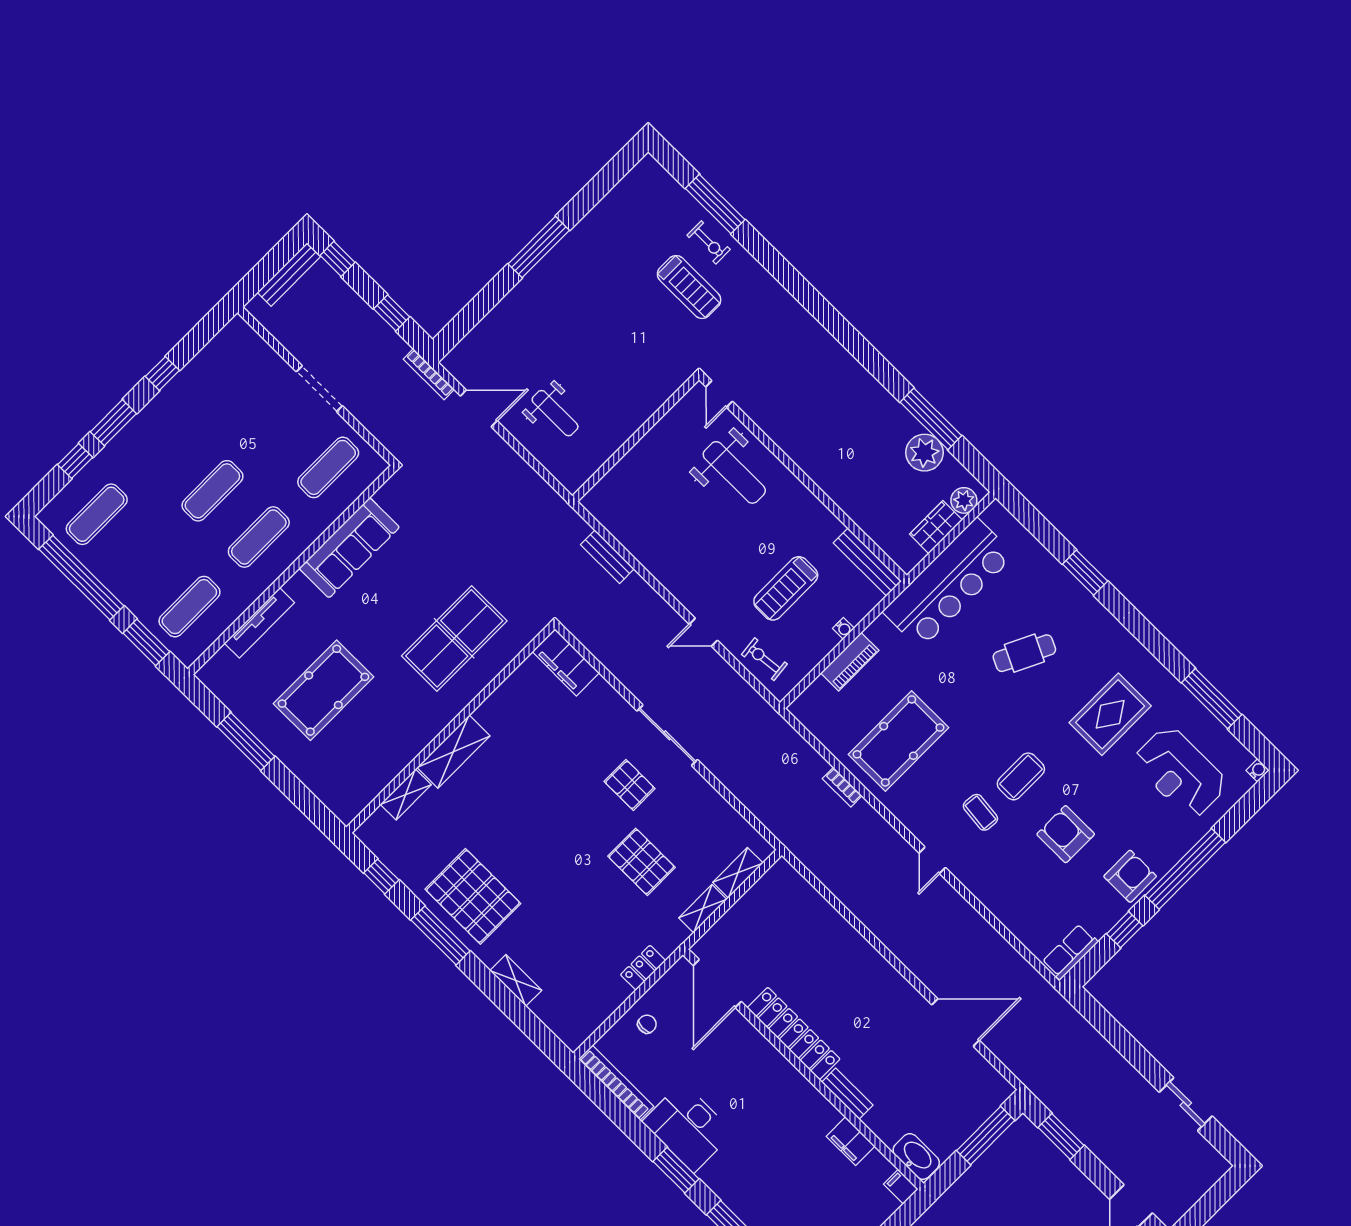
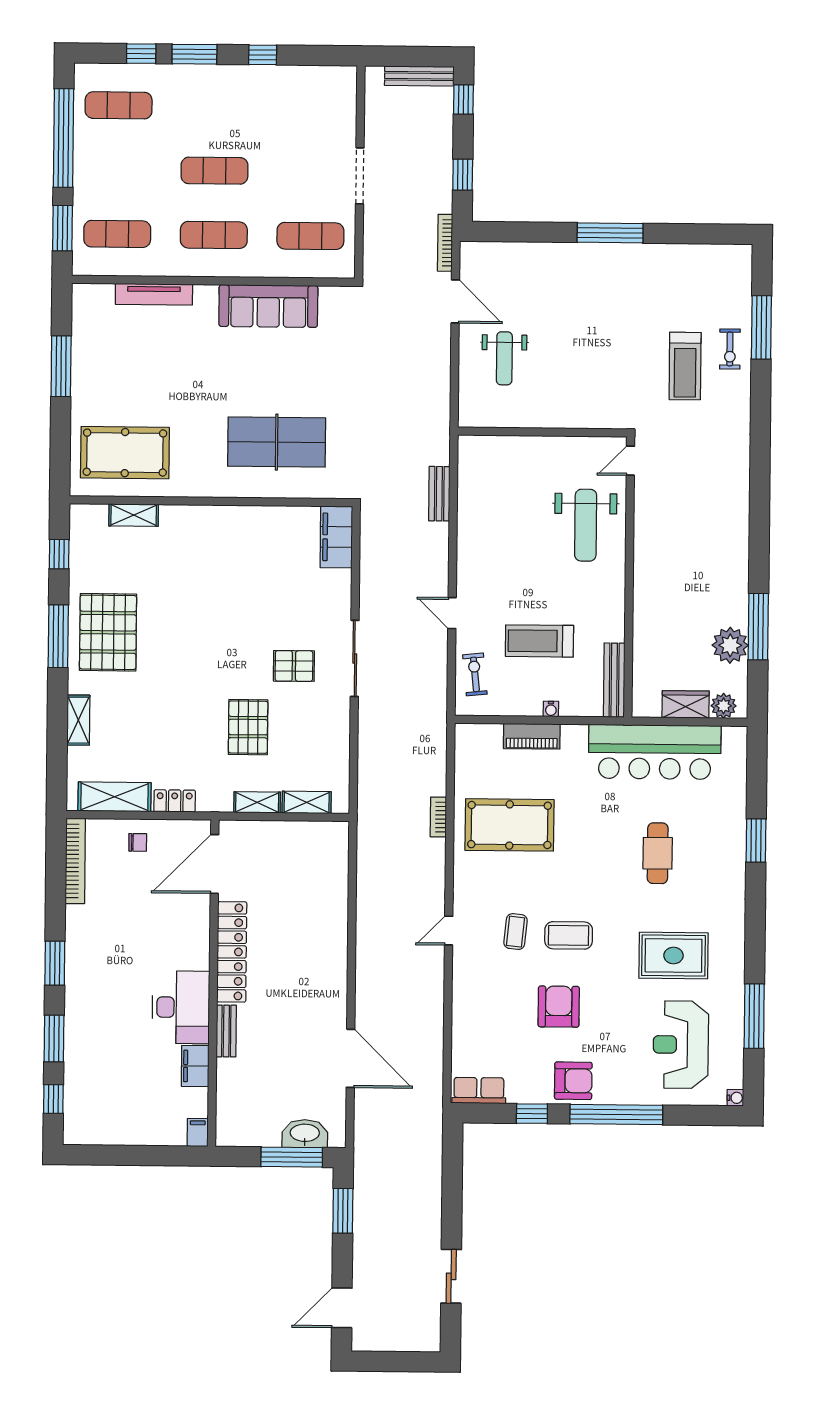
cafe table: (1024, 653) -> (658, 853), turned 64
pool table: (323, 690) -> (125, 453), moved
shelving: (453, 752) -> (115, 797), moved
pallet: (630, 785) -> (294, 666), turned 90
desk: (688, 1127) -> (181, 1007), moved, turned 180
washbasin: (916, 1156) -> (305, 1134), moved, turned -90

